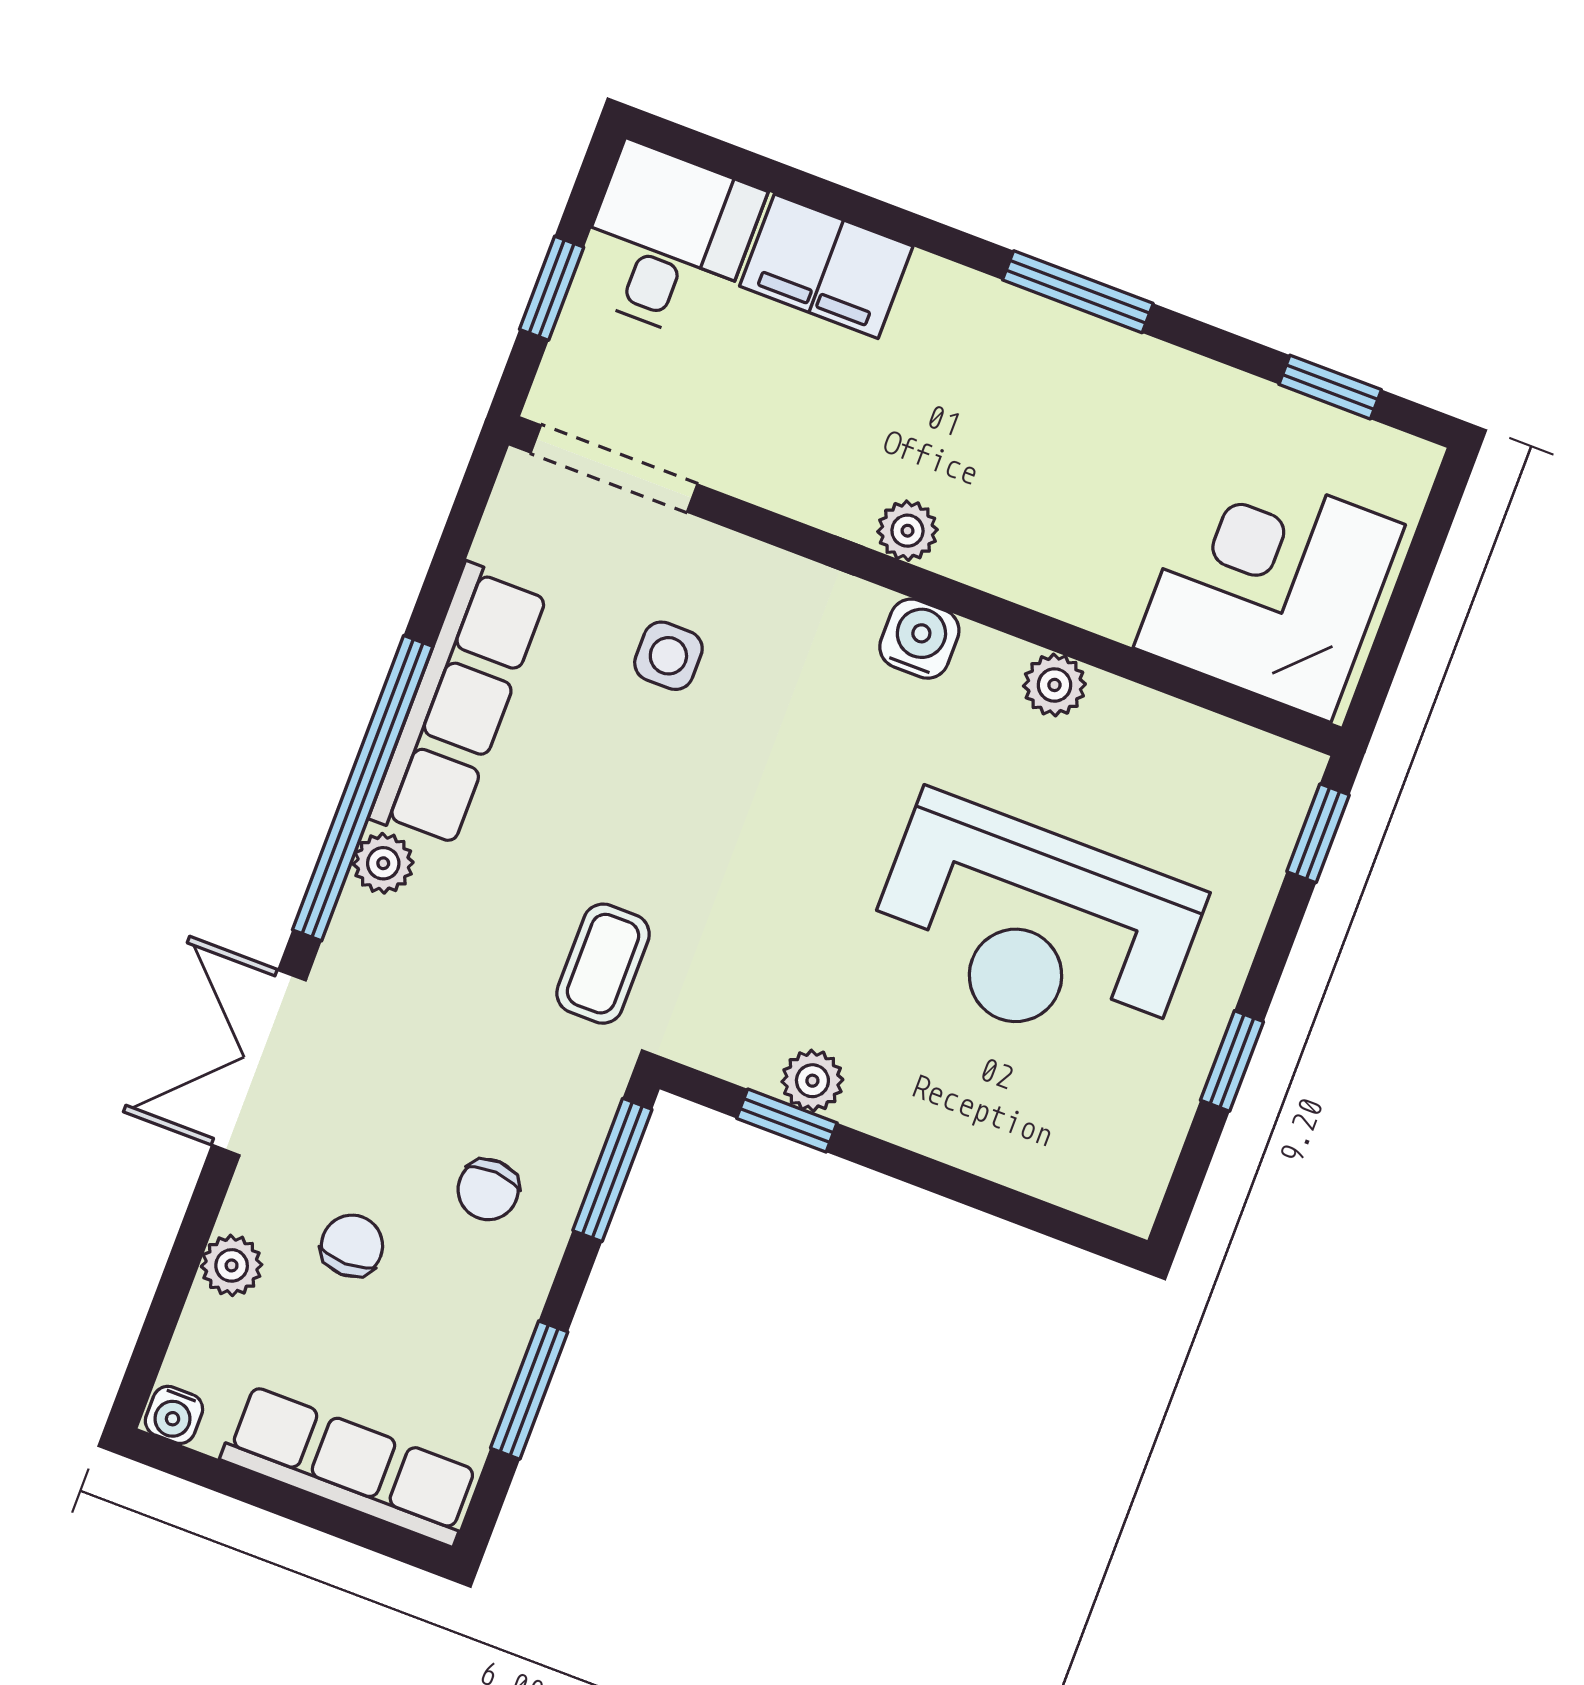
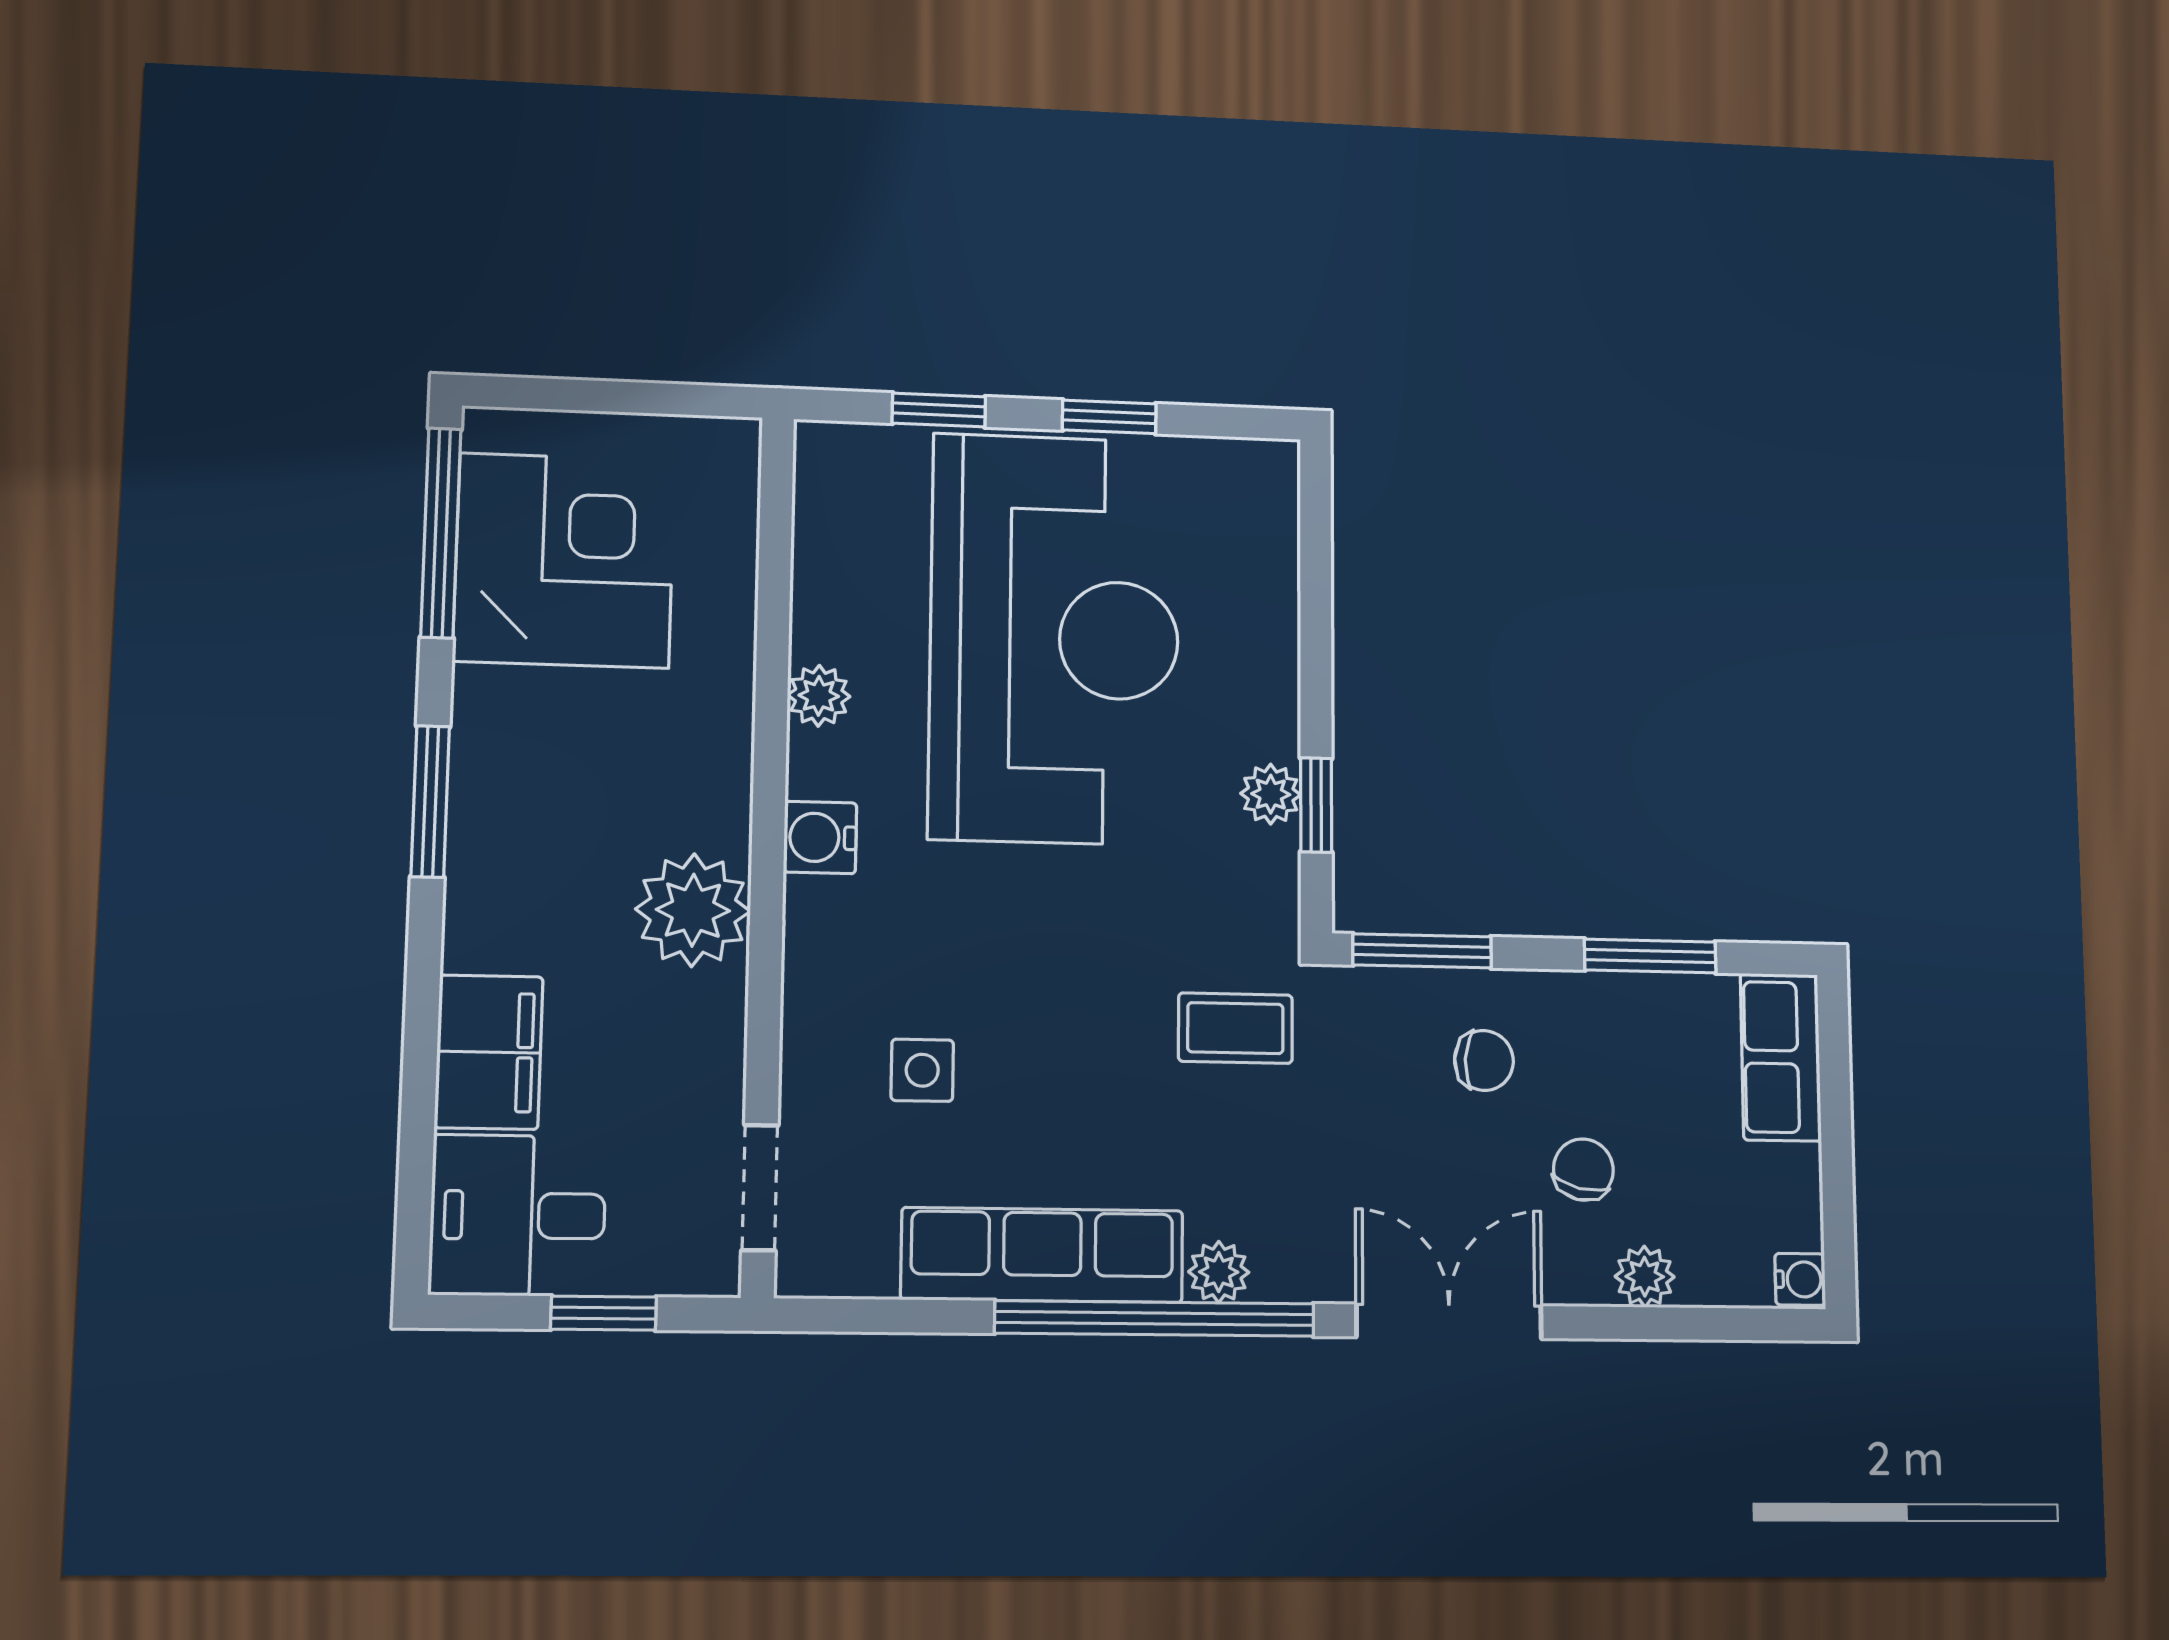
window: (1330, 387) -> (441, 533), width x2.17
doorway: (614, 469) -> (760, 1188), width x0.73
plant: (907, 531) -> (693, 910), width x1.88, depth x1.88
corner desk: (1269, 586) -> (564, 560), moved, turned 180
window: (1318, 833) -> (939, 410), moved
reception desk: (1033, 929) -> (1055, 639), width x1.36, depth x1.30
double door: (259, 1063) -> (1449, 1321), swing flipped
chair: (352, 1246) -> (1583, 1170), turned 103
row of seats: (350, 1466) -> (1781, 1057), width x0.68

